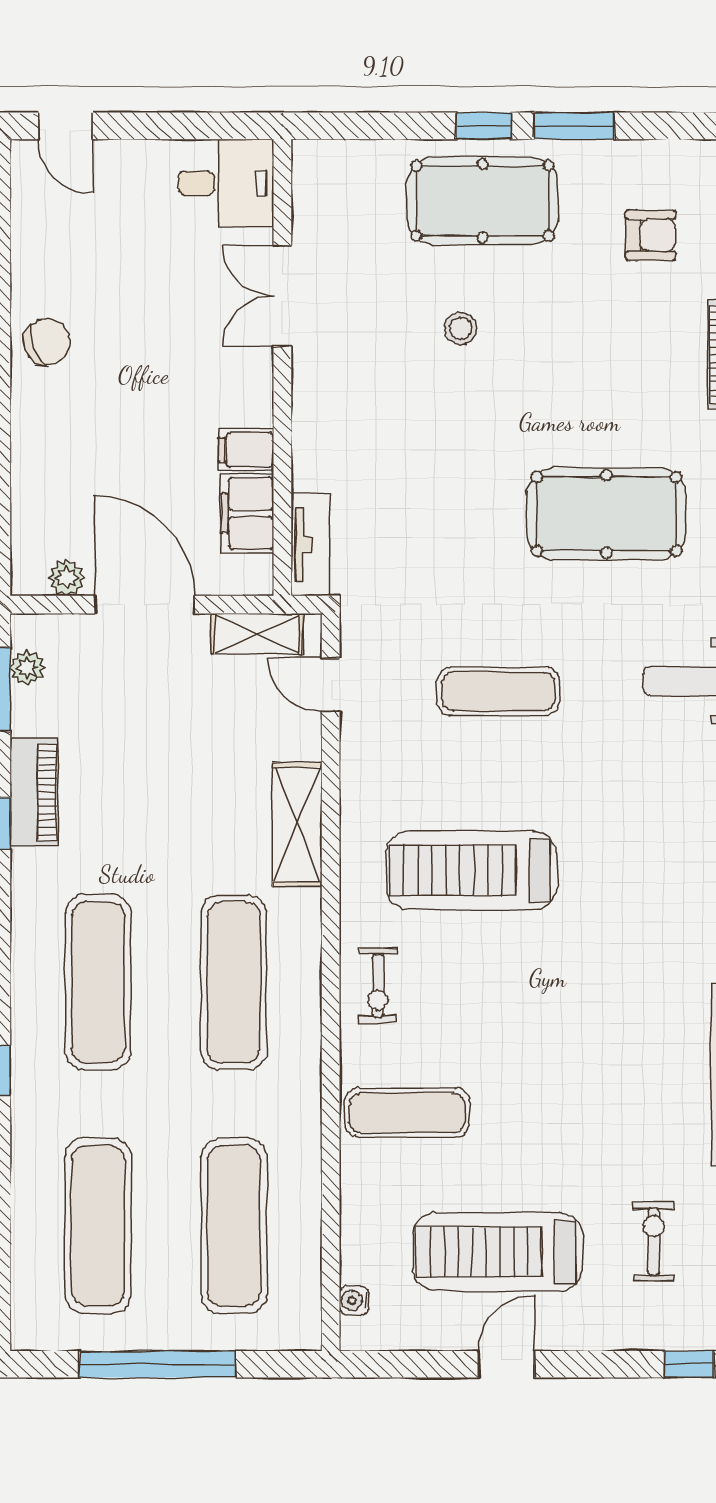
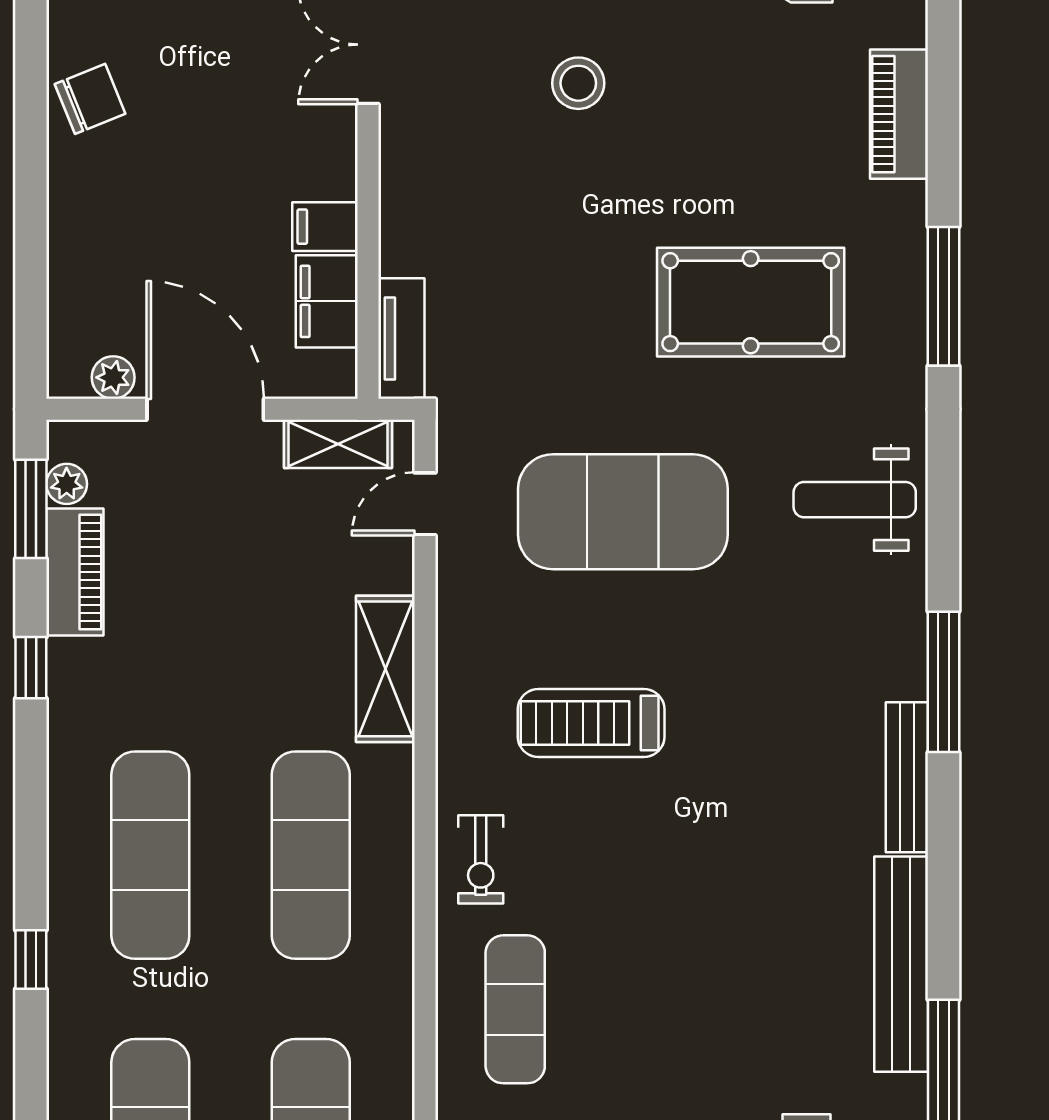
stool: (460, 328) -> (578, 83), width x1.37, depth x1.37
door: (331, 685) -> (425, 504), hinge flipped
exercise mat: (498, 691) -> (623, 512), width x2.00, depth x1.45
piano: (34, 792) -> (75, 572), moved
treadmill: (471, 870) -> (591, 723), width x0.73, depth x0.73
exercise mat: (407, 1113) -> (515, 1009), turned 90

